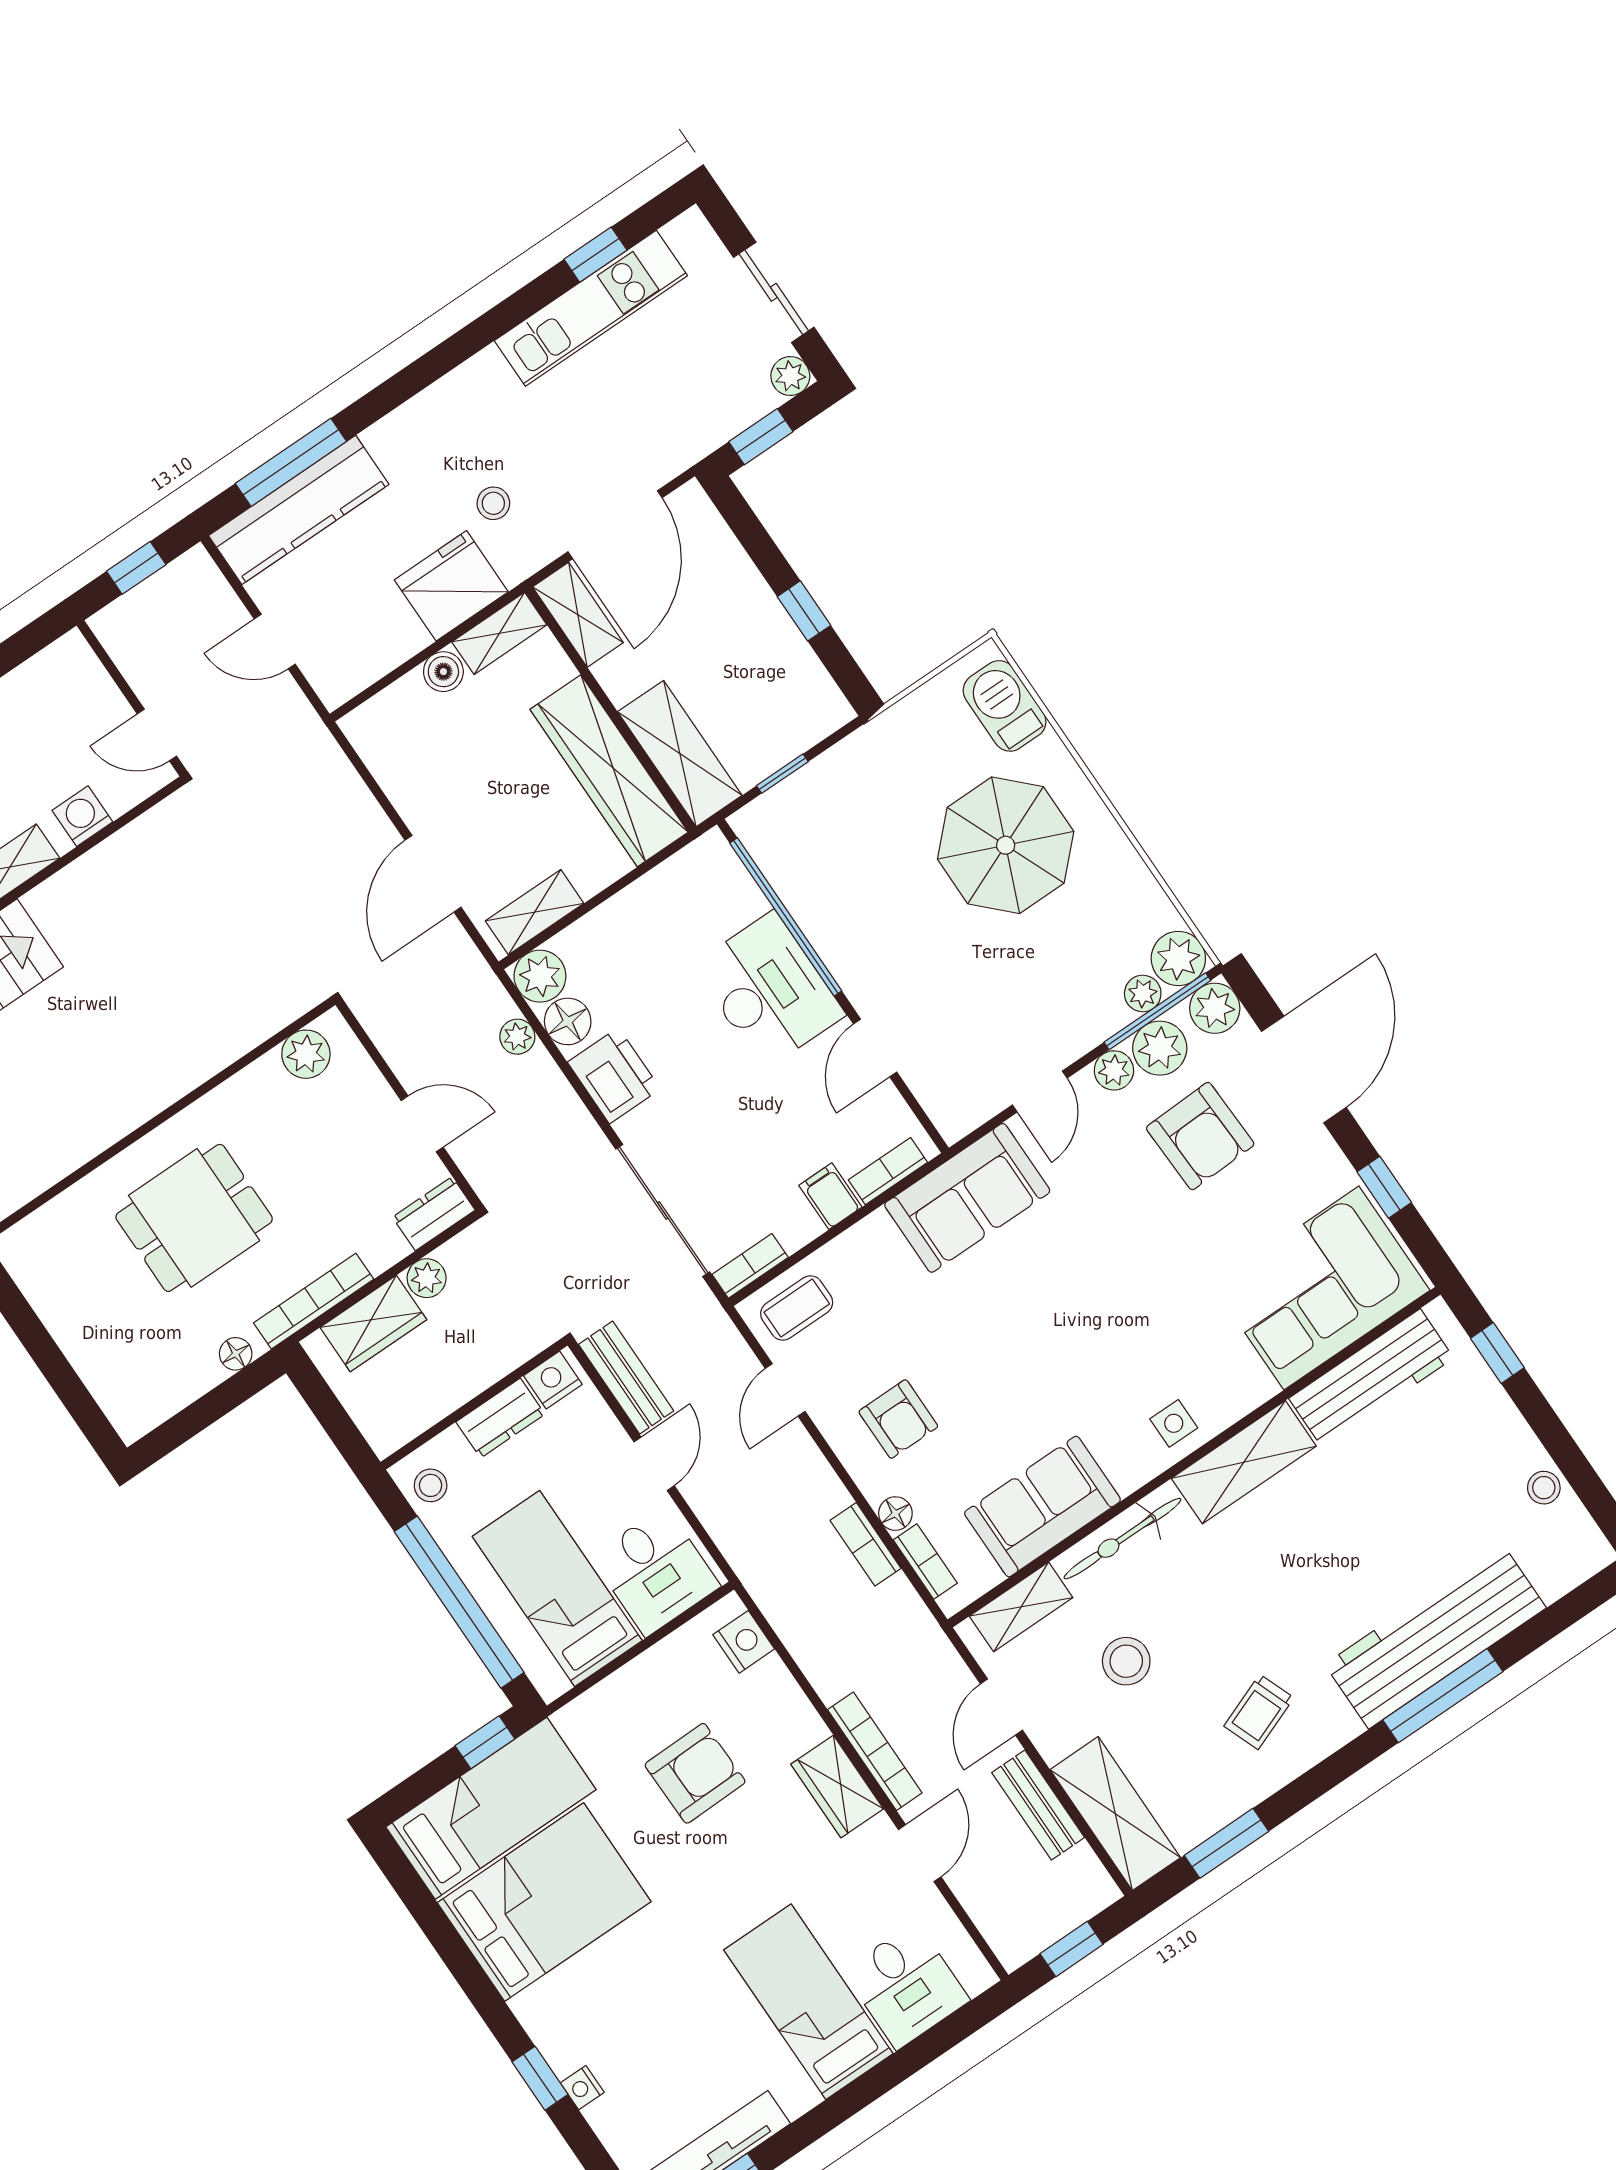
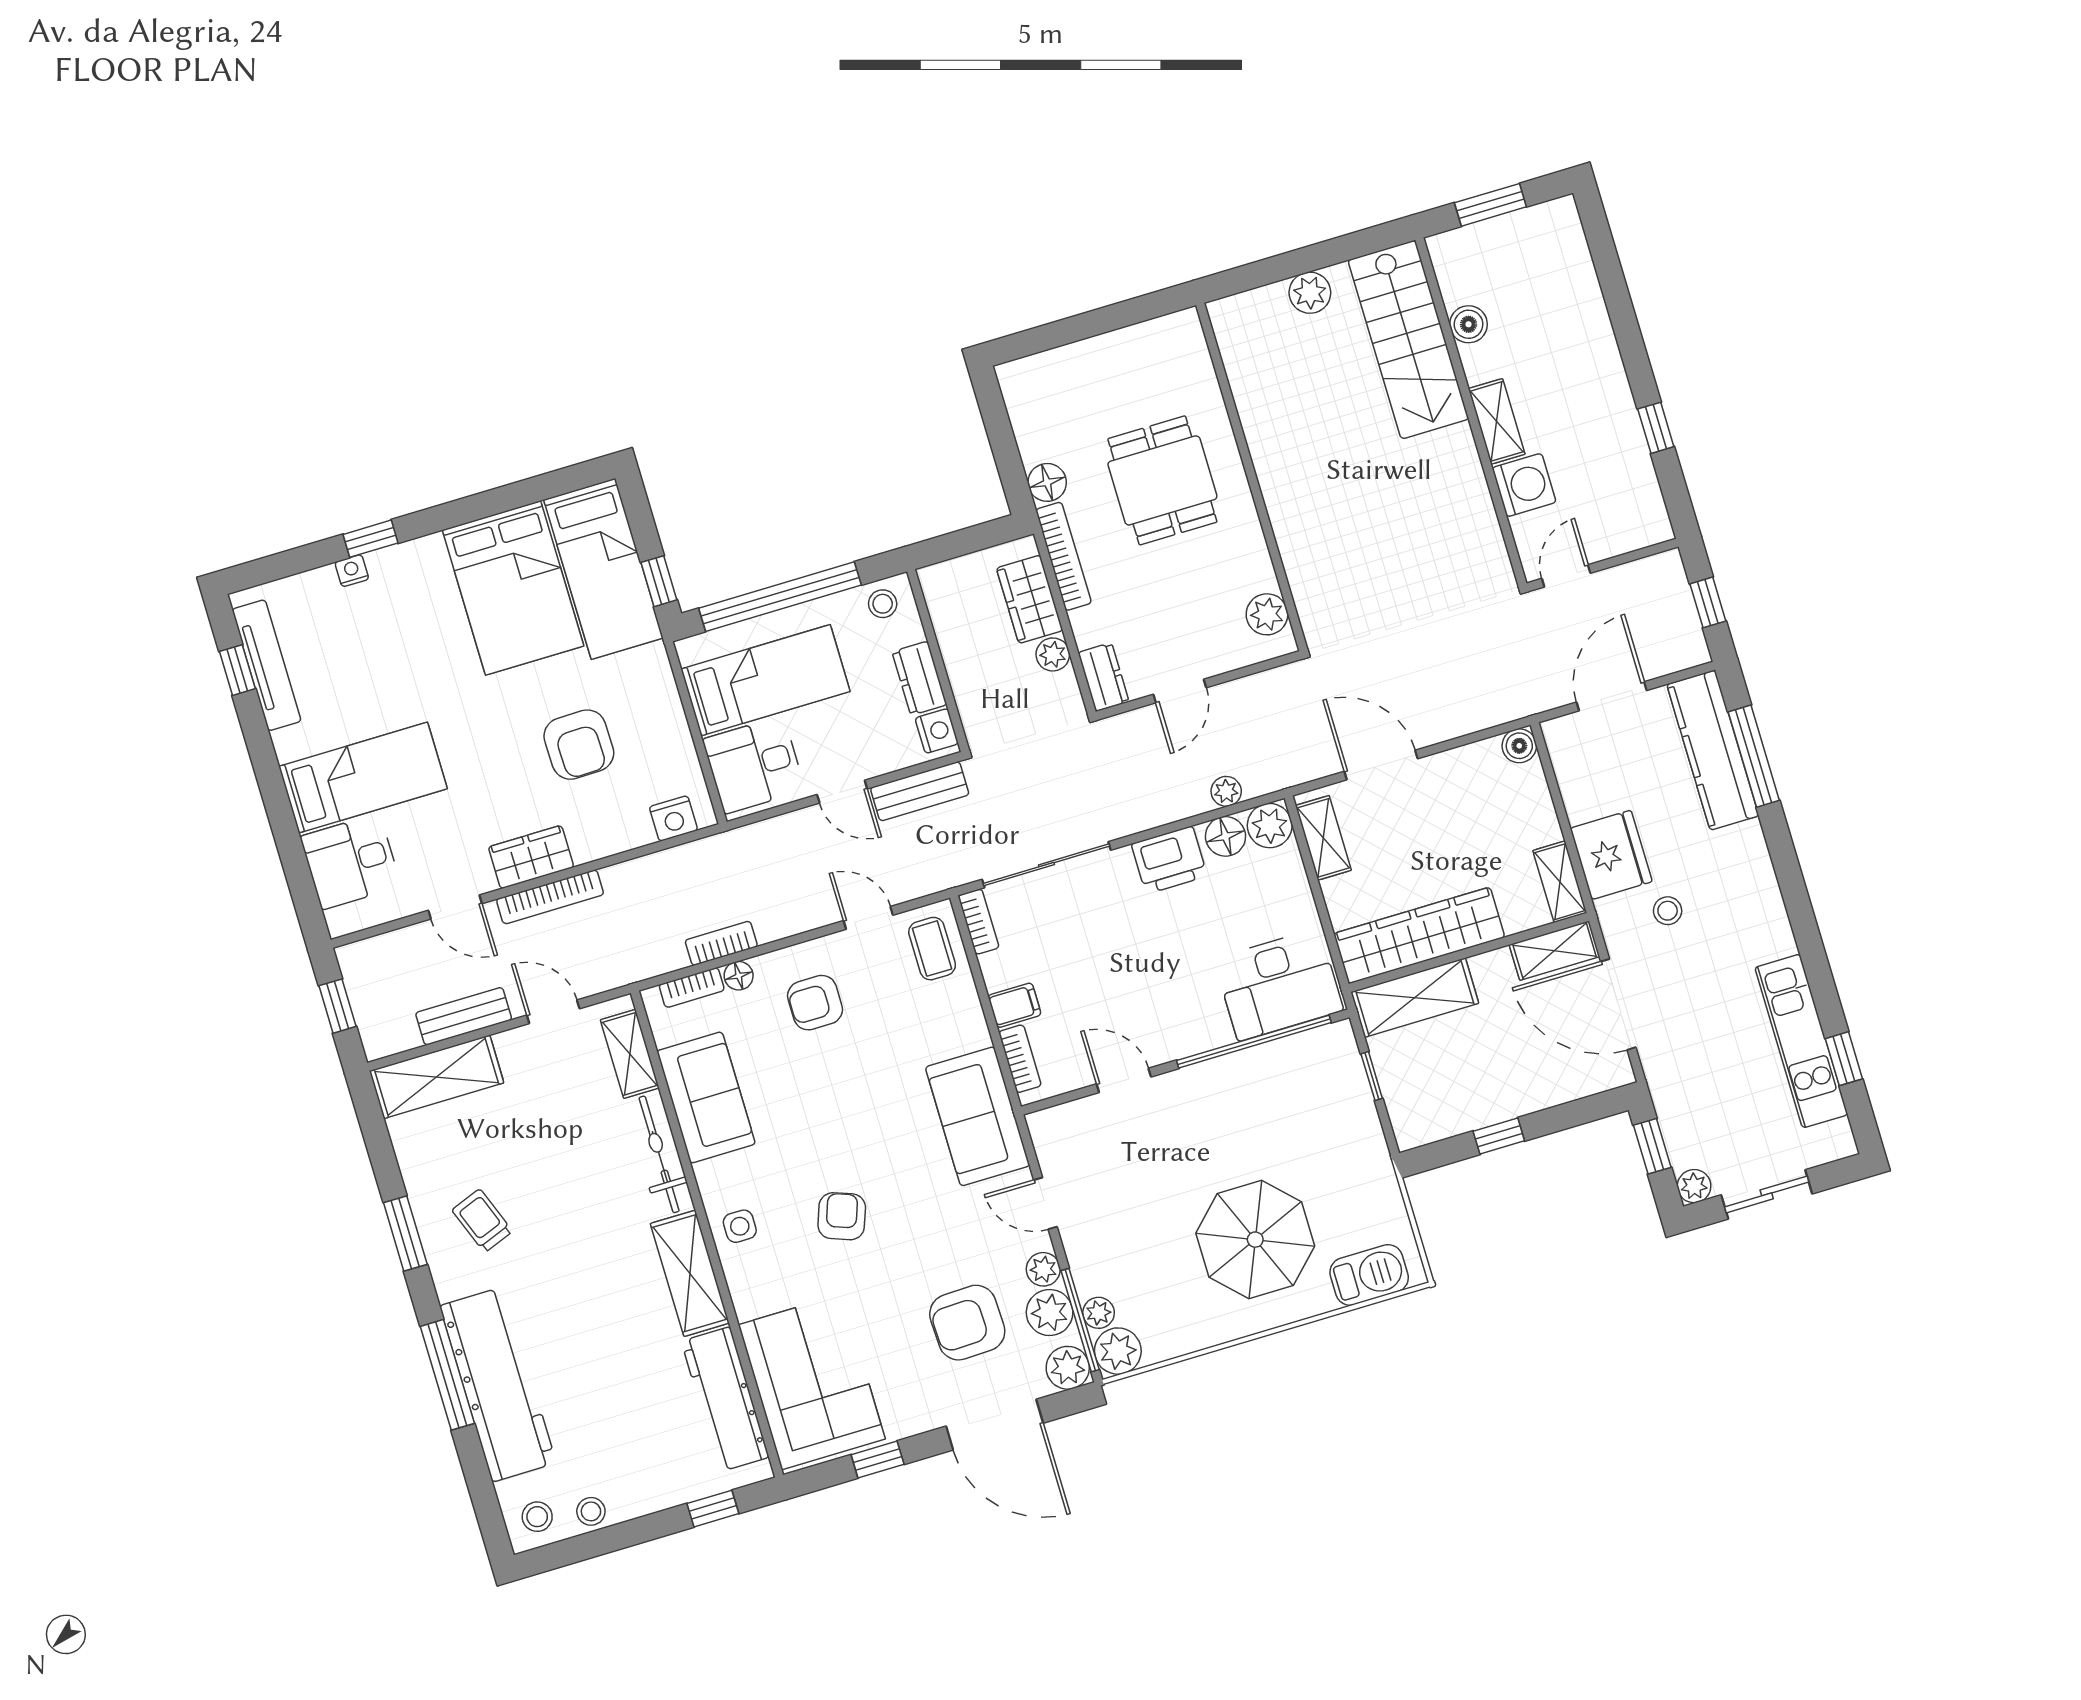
door: (275, 642) -> (1612, 696), width x1.38
boiler: (443, 672) -> (1519, 746), moved
washing machine: (82, 816) -> (1524, 485), width x1.38, depth x1.38
desk: (769, 990) -> (1279, 985), moved
armchair: (1126, 1313) -> (842, 1216), added
floor lamp: (236, 1354) -> (1047, 482), width x1.37, depth x1.37
stool: (1126, 1661) -> (537, 1517), moved, width x0.73, depth x0.73
window: (1226, 1843) -> (405, 1234), moved

